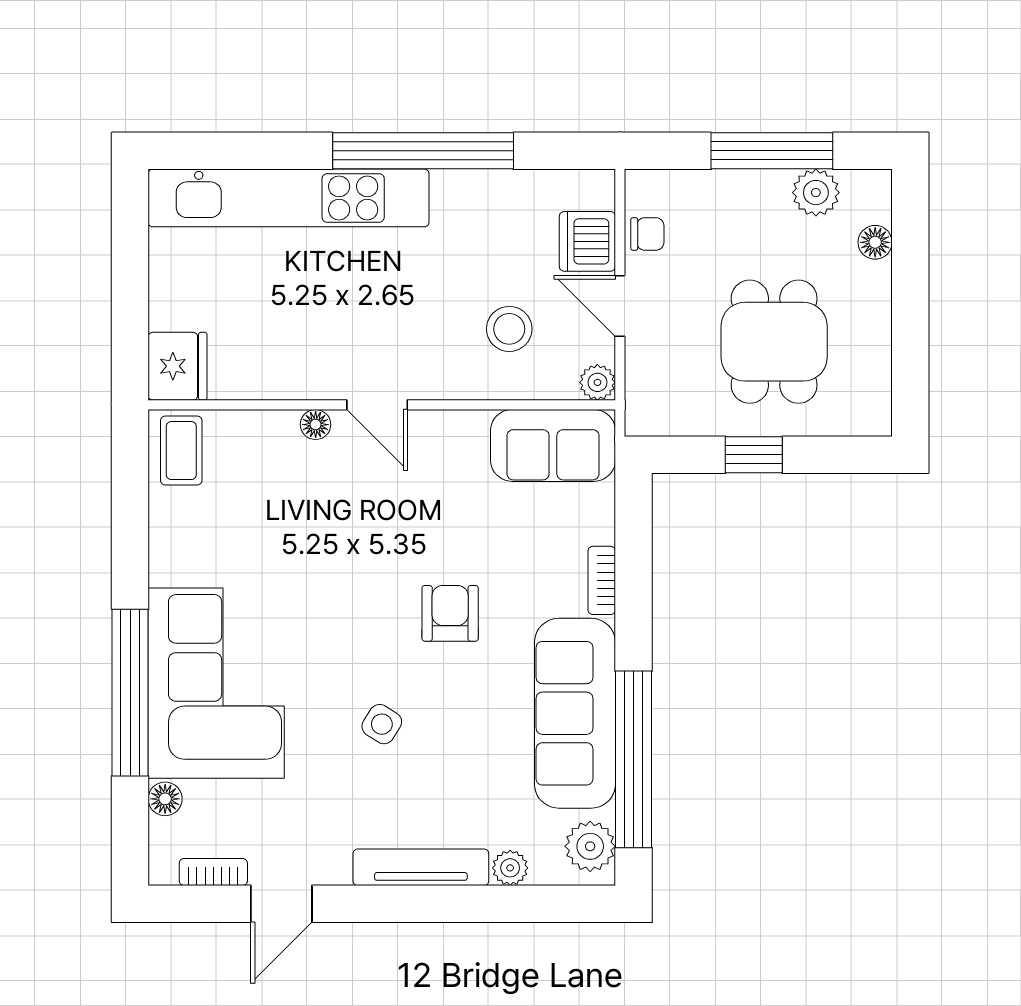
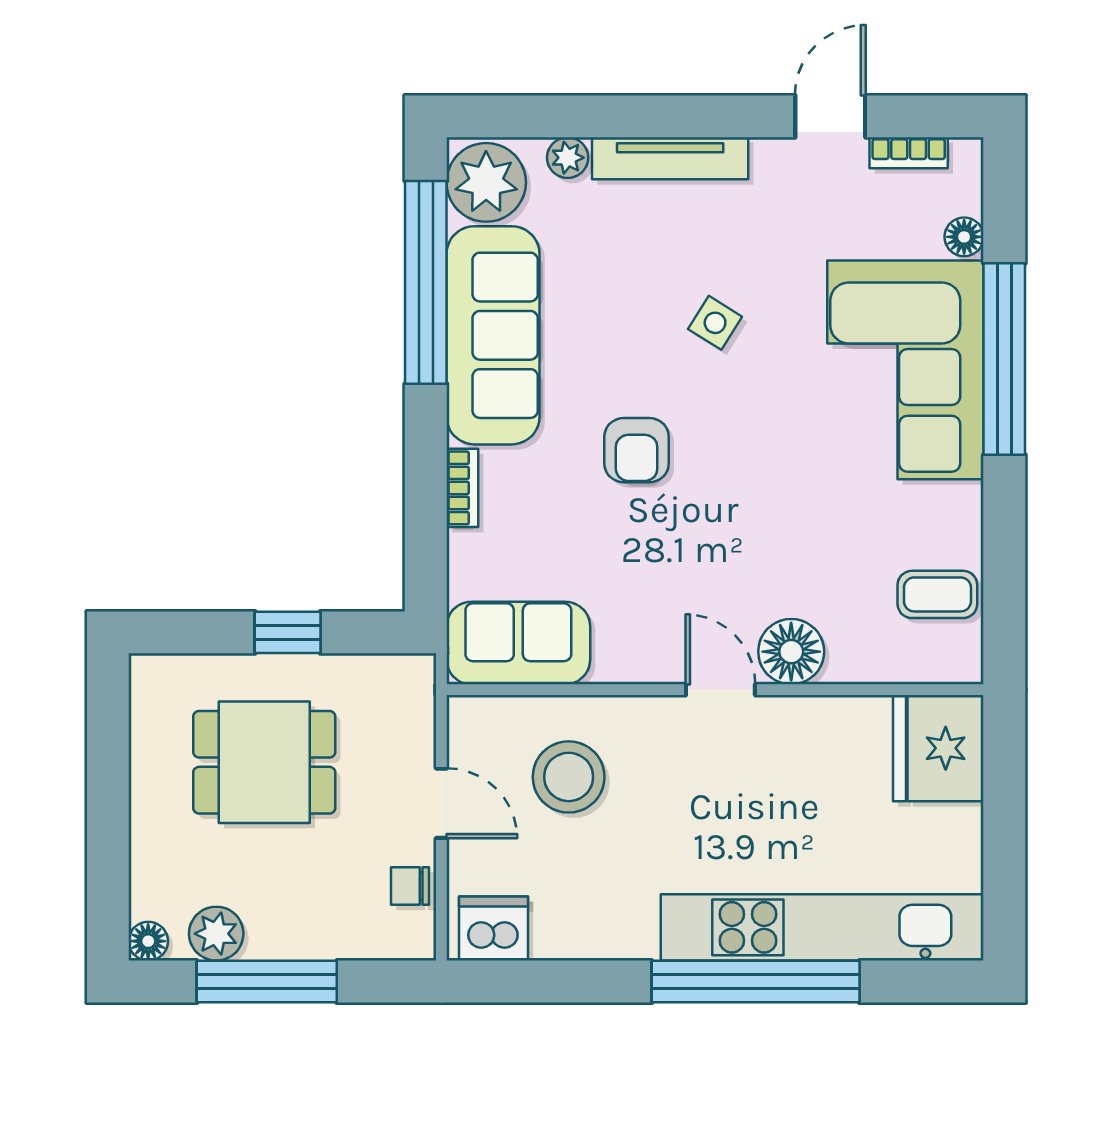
window: (423, 151) -> (756, 982), moved
dishwasher: (587, 241) -> (494, 929), moved, turned -90
floor lamp: (875, 242) -> (148, 941), moved
stool: (509, 329) -> (569, 777), width x1.38, depth x1.38
dining table: (774, 342) -> (264, 762), turned 90
fridge: (178, 366) -> (938, 748), width x1.36, depth x1.34
plant: (597, 382) -> (467, 715), removed
floor lamp: (316, 425) -> (791, 652), width x1.89, depth x1.89
coffee table: (181, 451) -> (937, 594), moved, turned 90
plant: (590, 846) -> (486, 182), width x1.36, depth x1.36

